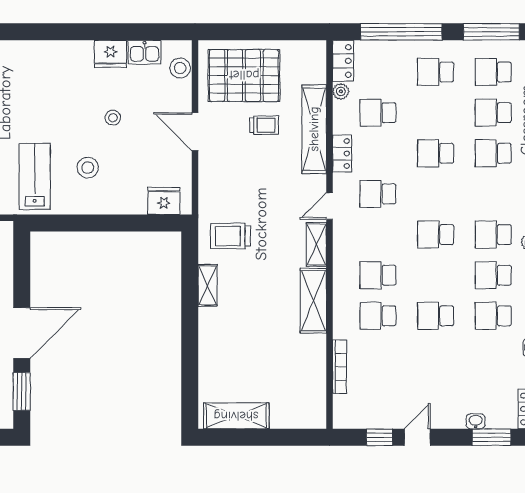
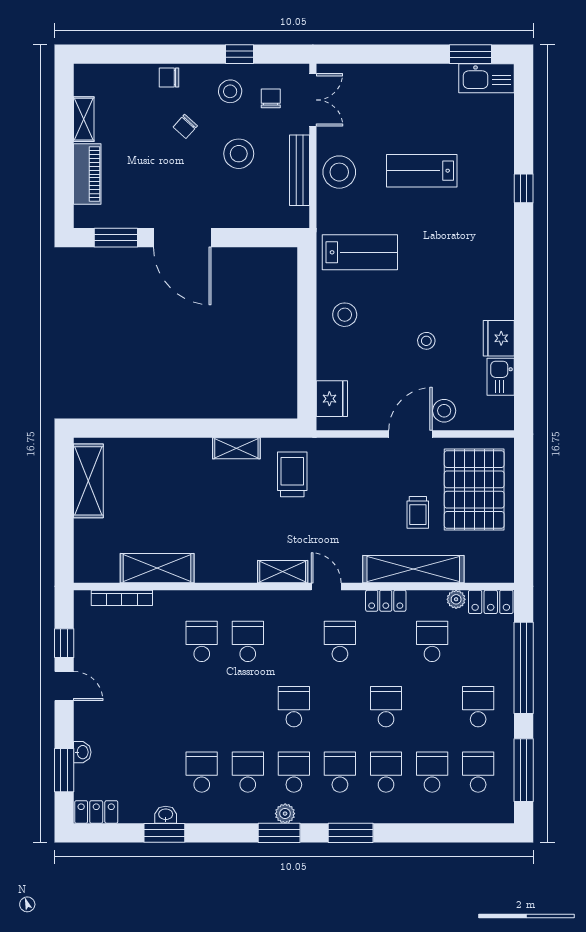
stool: (180, 68) -> (444, 411), moved
stool: (88, 168) -> (345, 315), moved
shelving: (313, 301) -> (157, 568), moved
school desk: (436, 316) -> (340, 772), moved
bookcase: (340, 367) -> (122, 598), moved

